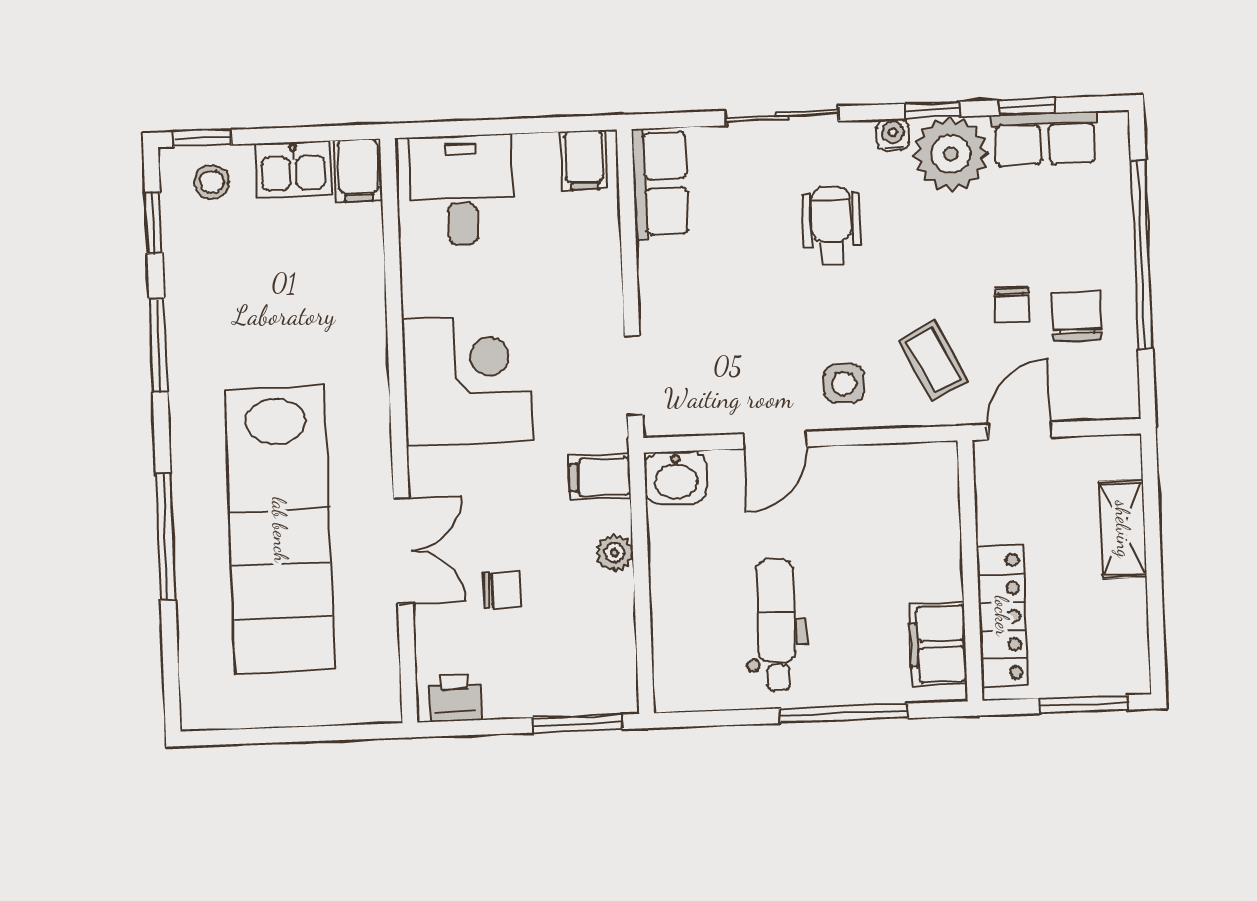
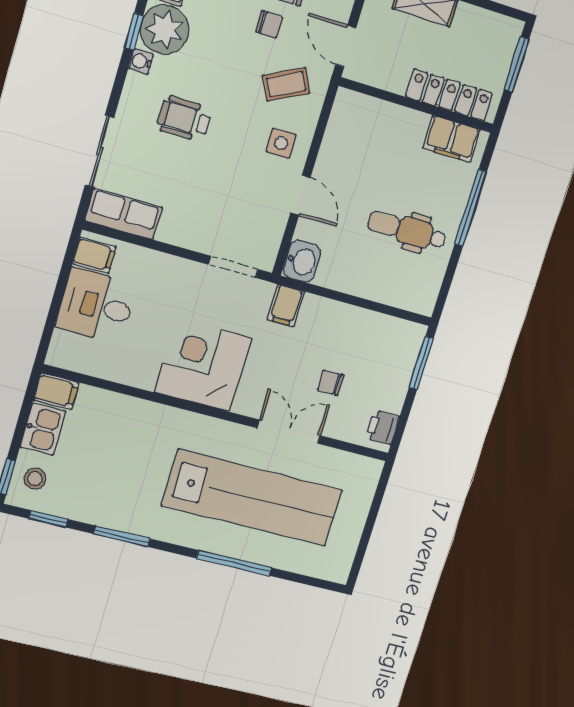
sliding door: (782, 116) -> (99, 151), moved
desk: (462, 190) -> (96, 306), moved
plant: (615, 553) -> (333, 311), removed
chair: (502, 590) -> (331, 383), turned -90

